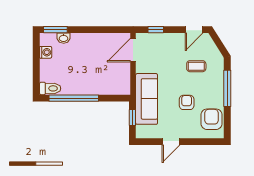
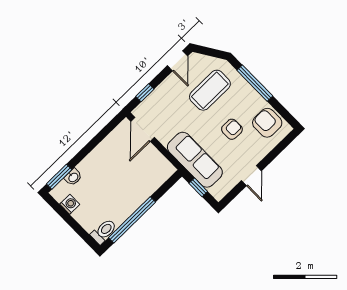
coffee table: (196, 66) -> (210, 90), width x1.86, depth x1.72
armchair: (187, 102) -> (232, 129), turned 90

